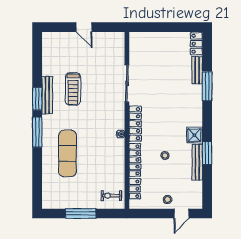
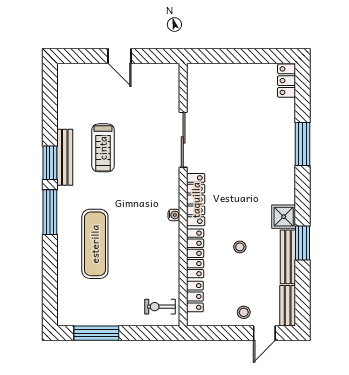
bench: (197, 70) -> (288, 306), moved
window: (81, 214) -> (96, 333), moved

